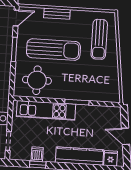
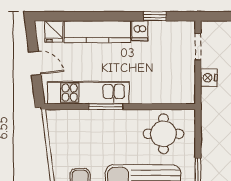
kitchen unit: (46, 110) -> (88, 93), moved
dishwasher: (37, 154) -> (140, 31), moved

